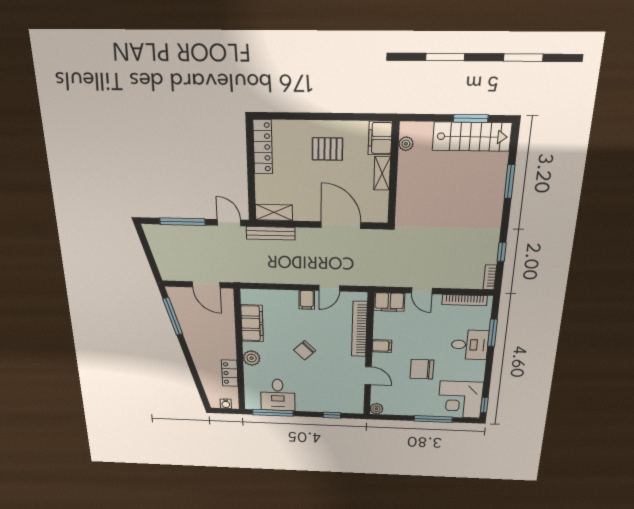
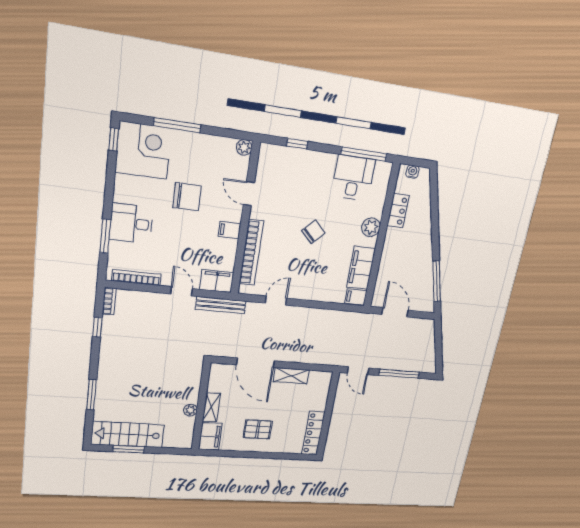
plant: (406, 144) -> (190, 410), moved
shelving: (274, 212) -> (291, 376), moved
bench: (271, 233) -> (221, 305), moved
filing cabinet: (307, 300) -> (356, 297), moved, turned -90

